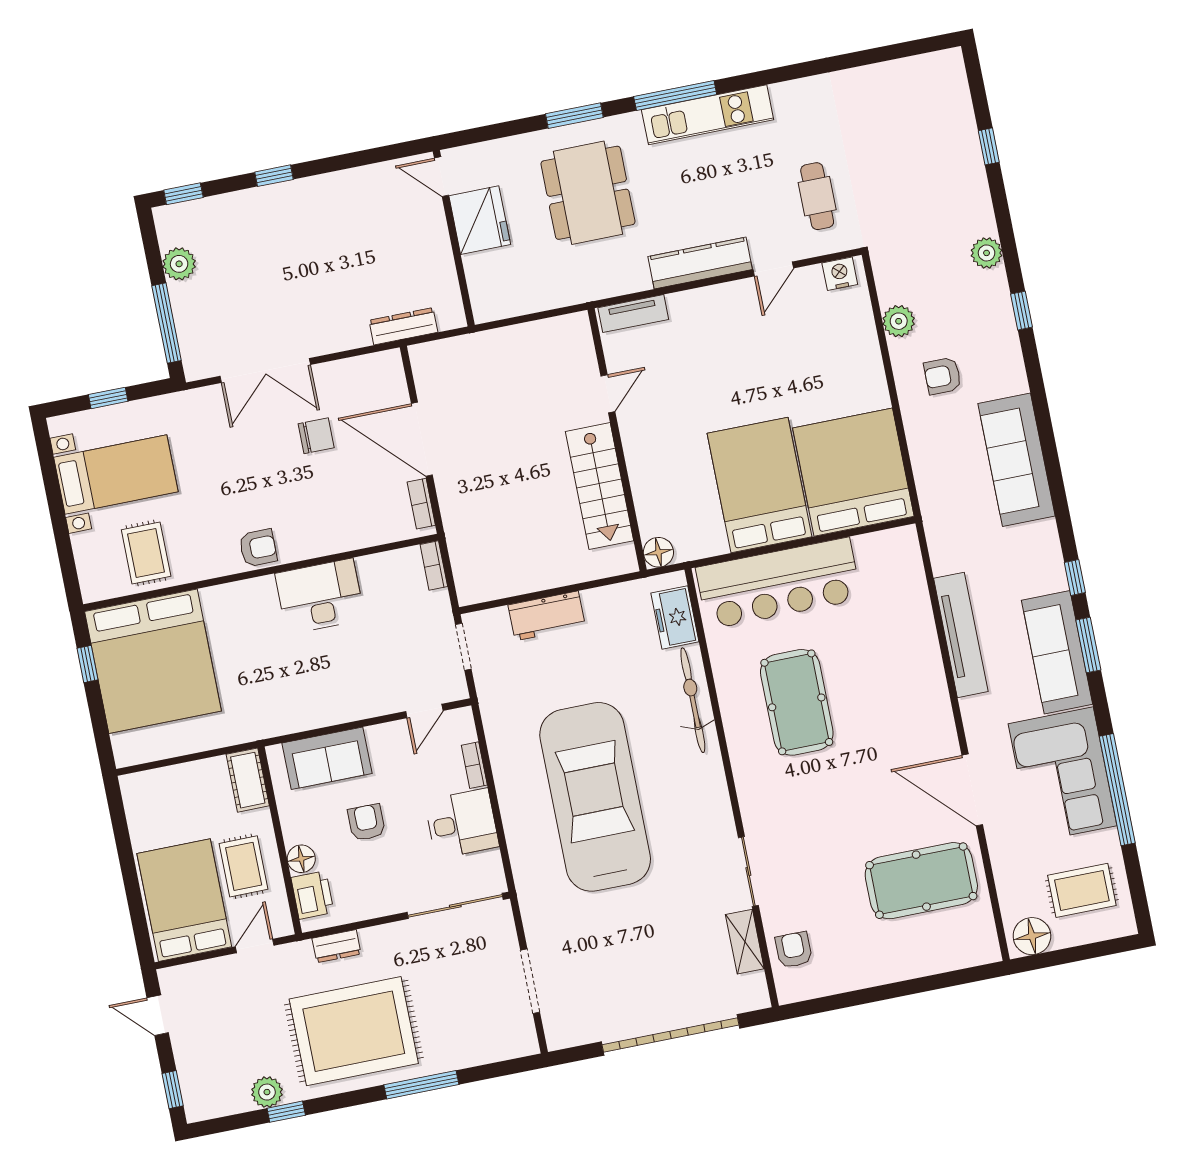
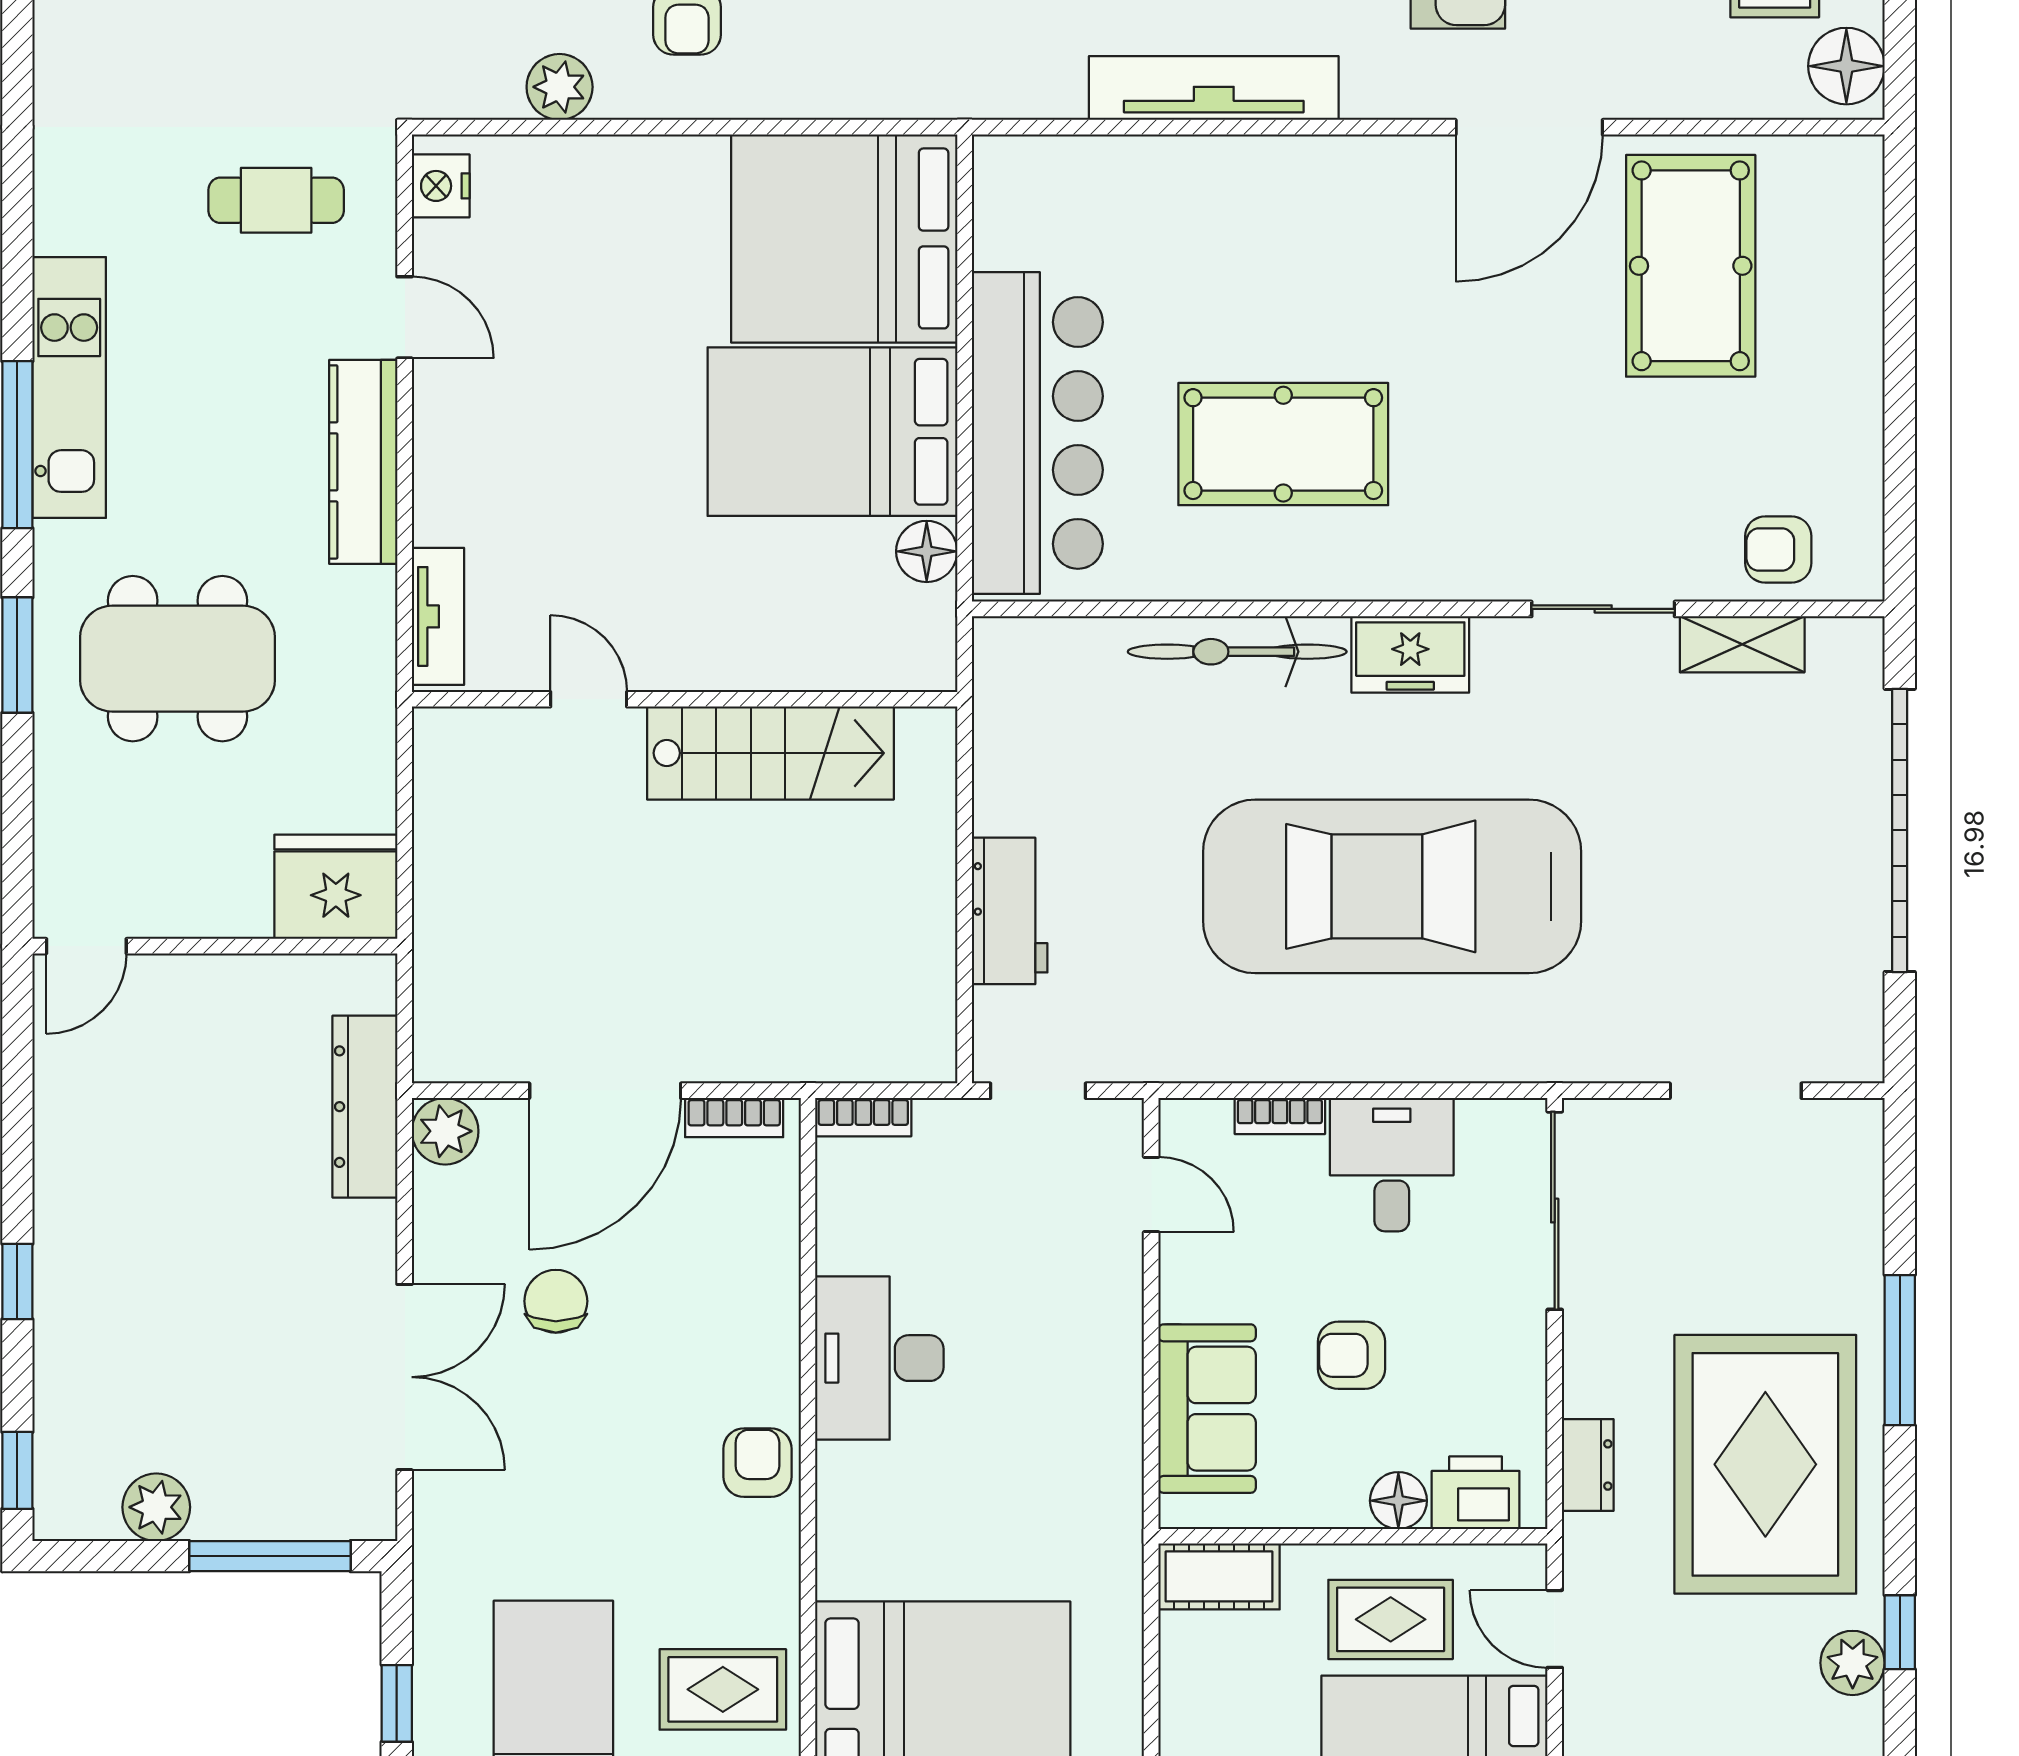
fridge: (480, 220) -> (336, 887), moved
dresser: (403, 326) -> (365, 1107), width x1.37, depth x1.24
plant: (387, 366) -> (445, 1131), added
floor lamp: (658, 552) -> (927, 551), moved
freezer: (675, 617) -> (1410, 654), moved

